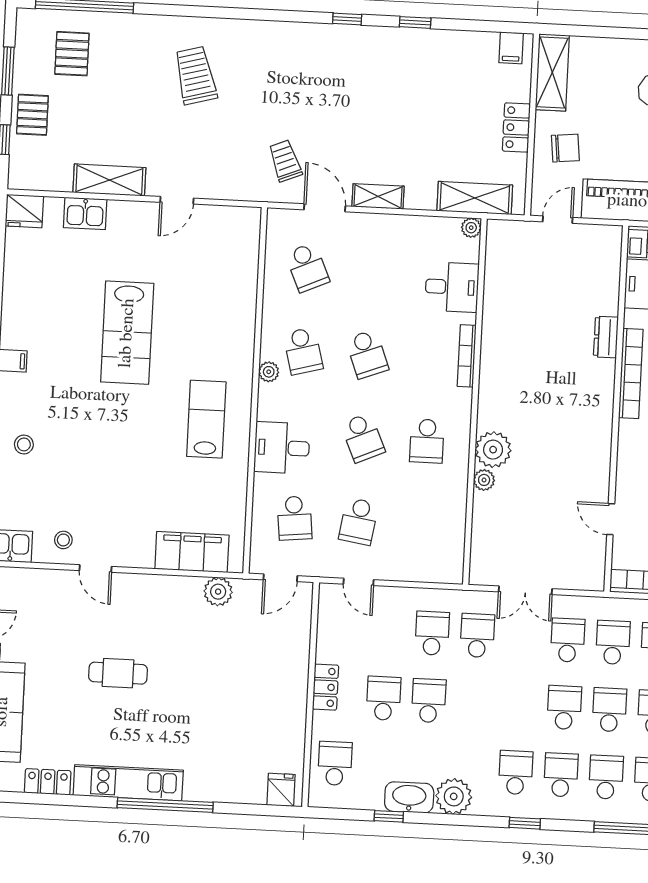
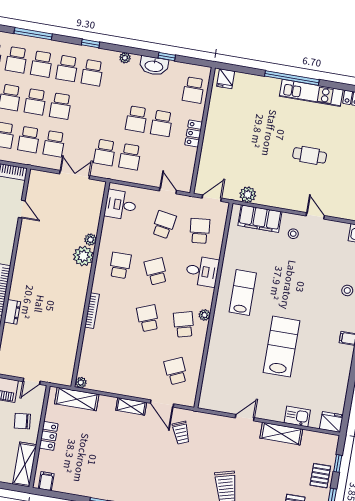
desk: (452, 287) -> (121, 205), moved
lab bench: (206, 419) -> (243, 292), turned 180
stool: (63, 540) -> (293, 234), moved
plant: (454, 796) -> (125, 58), width x0.53, depth x0.53

